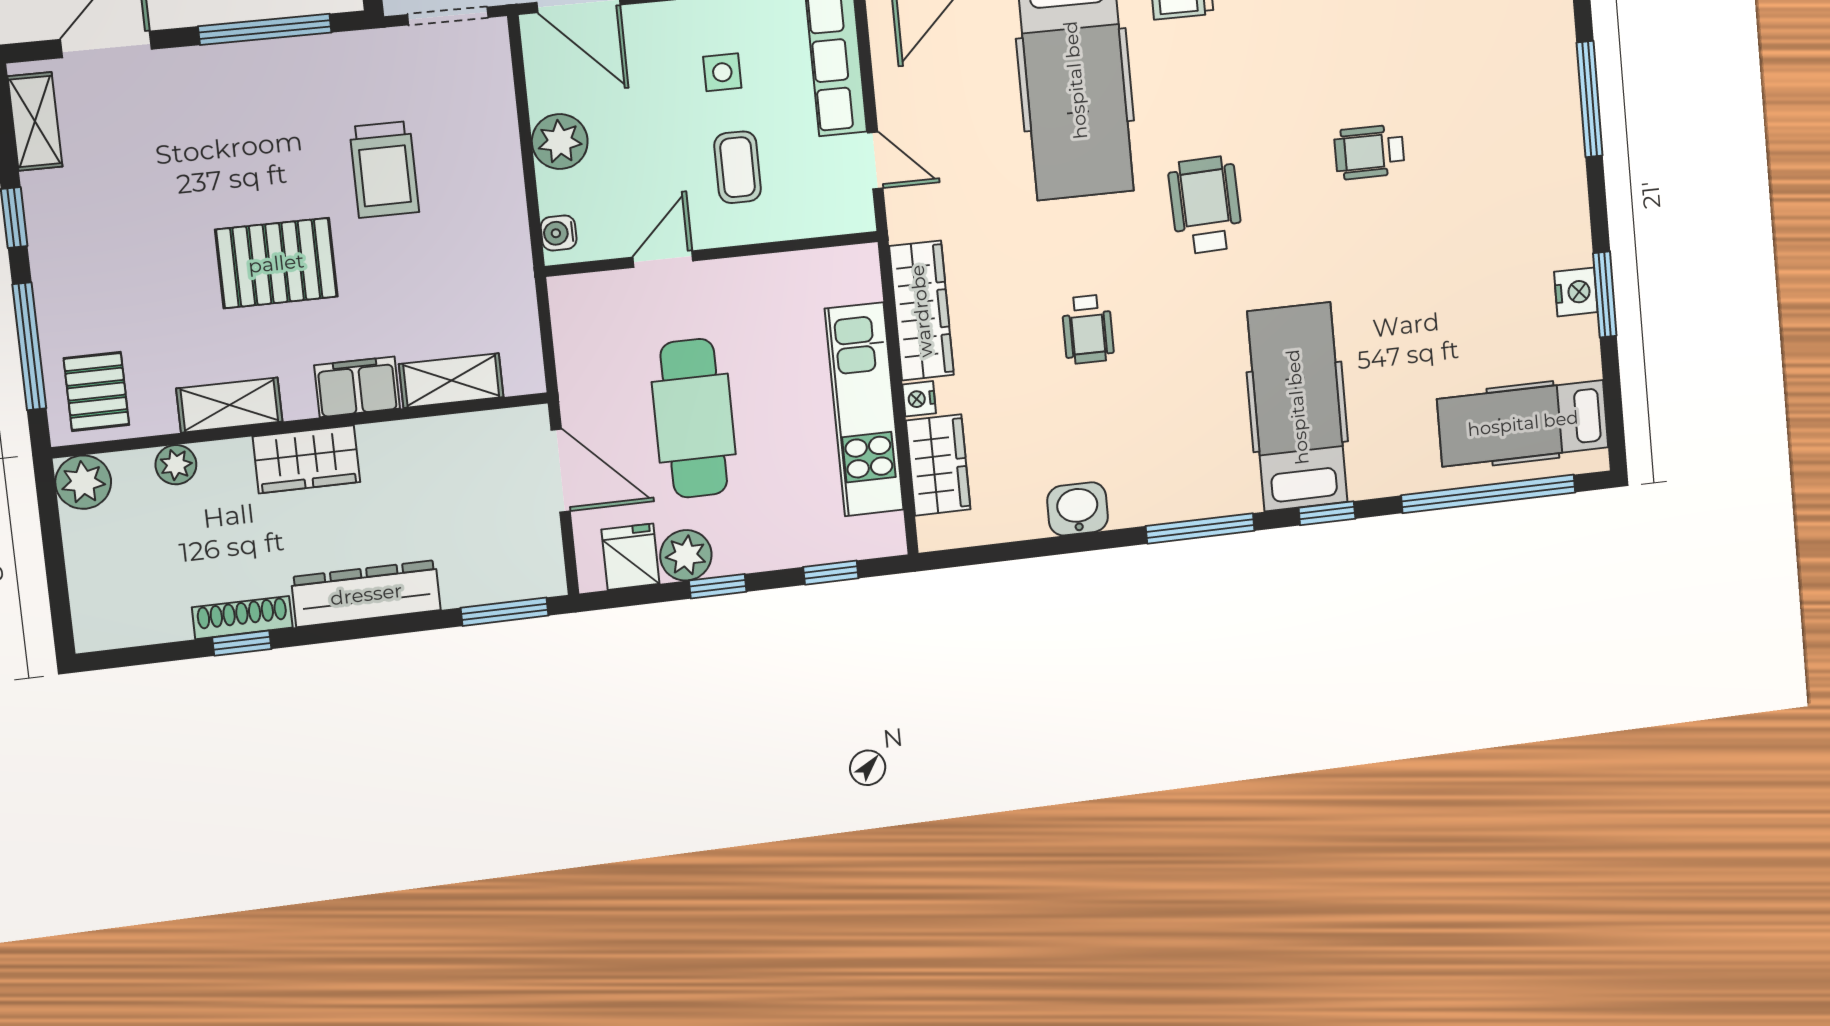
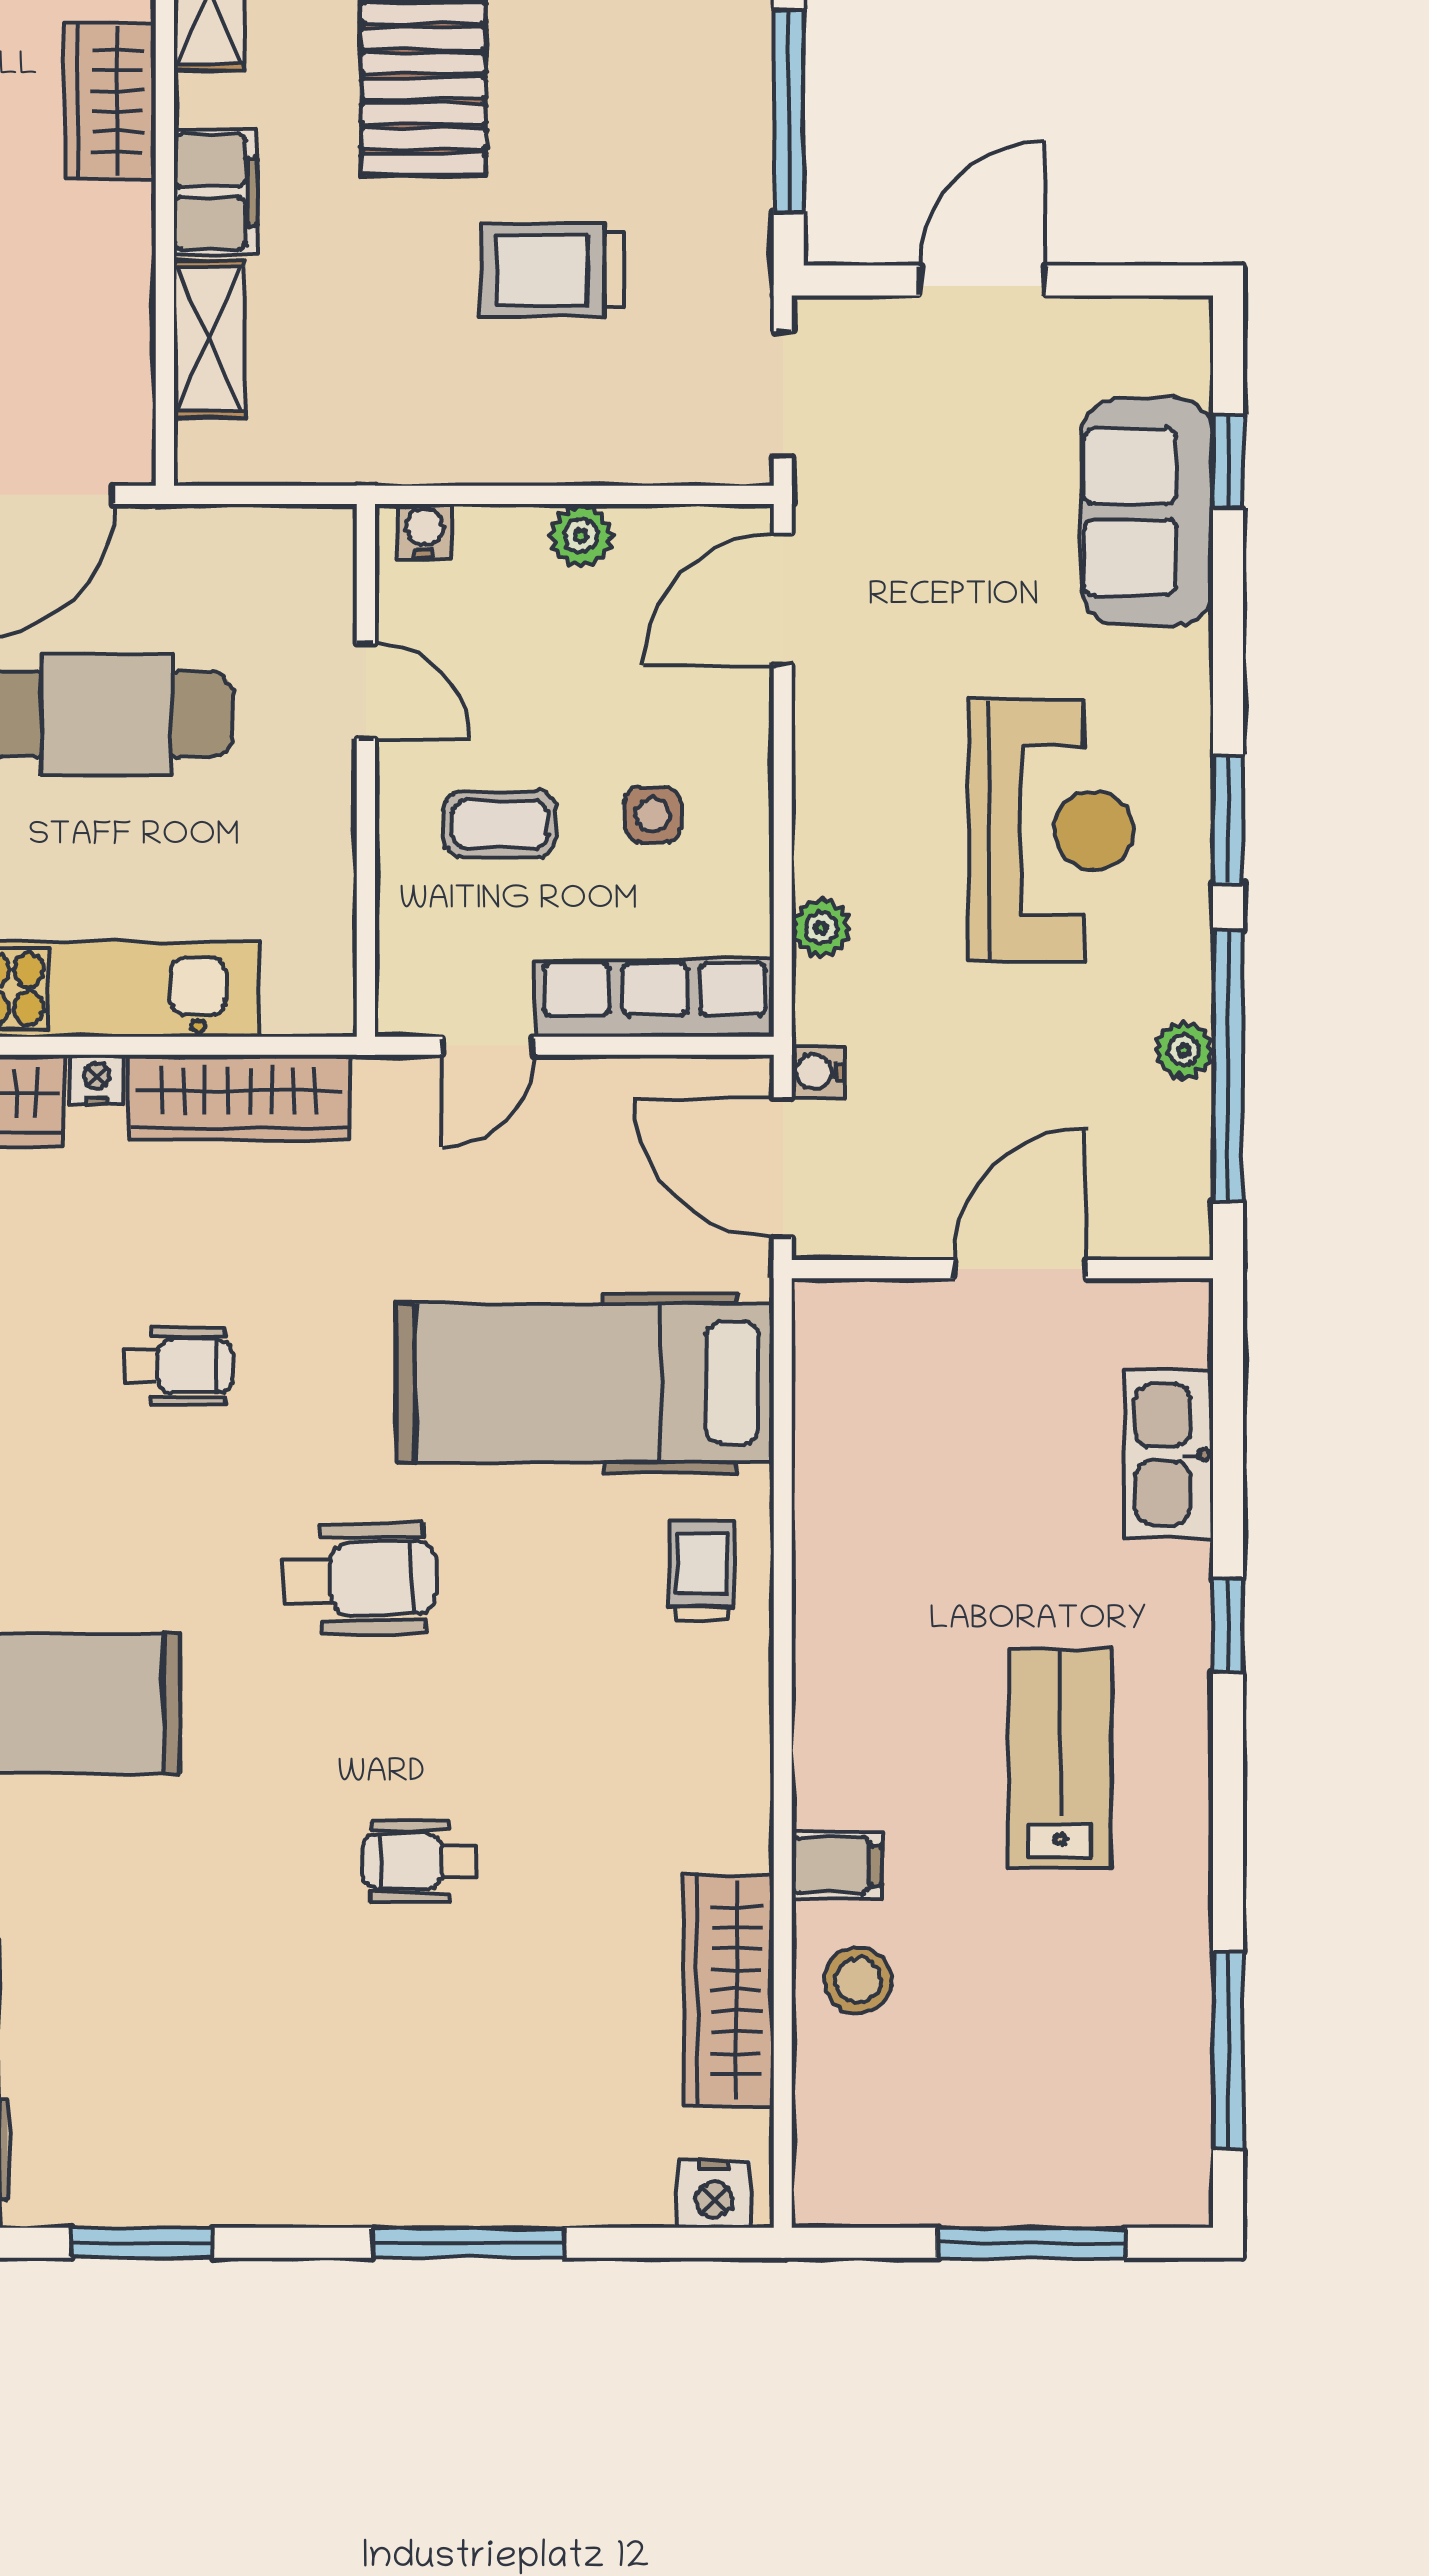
plant: (560, 142) -> (581, 536), width x0.73, depth x0.73
wheelchair: (1369, 152) -> (419, 1861), turned -90
nightstand: (1576, 292) -> (151, 2193), removed
wheelchair: (1088, 329) -> (179, 1366), turned 180

